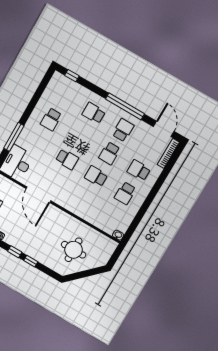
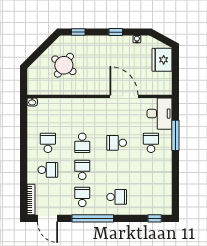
school desk: (51, 119) -> (151, 143), moved
school desk: (123, 130) -> (82, 197), turned 180
school desk: (96, 176) -> (82, 143), turned 90
round table: (74, 250) -> (64, 65), turned 35
window: (31, 261) -> (78, 32), moved

